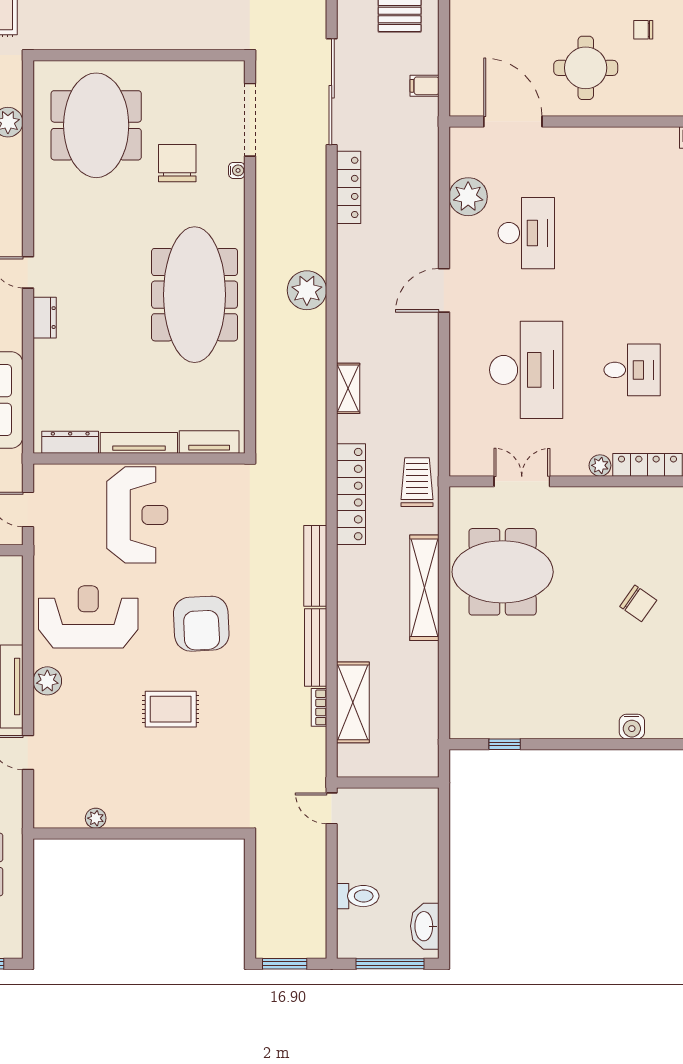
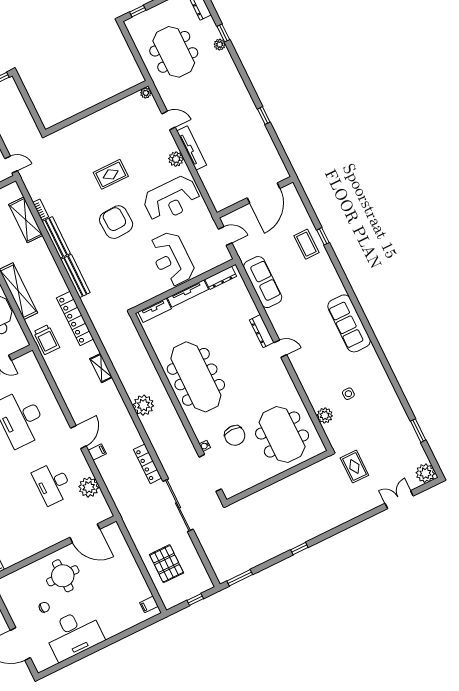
filing cabinet: (425, 86) -> (97, 452), moved
dresser: (45, 318) -> (262, 331), width x1.44
plant: (96, 818) -> (146, 93), moved

